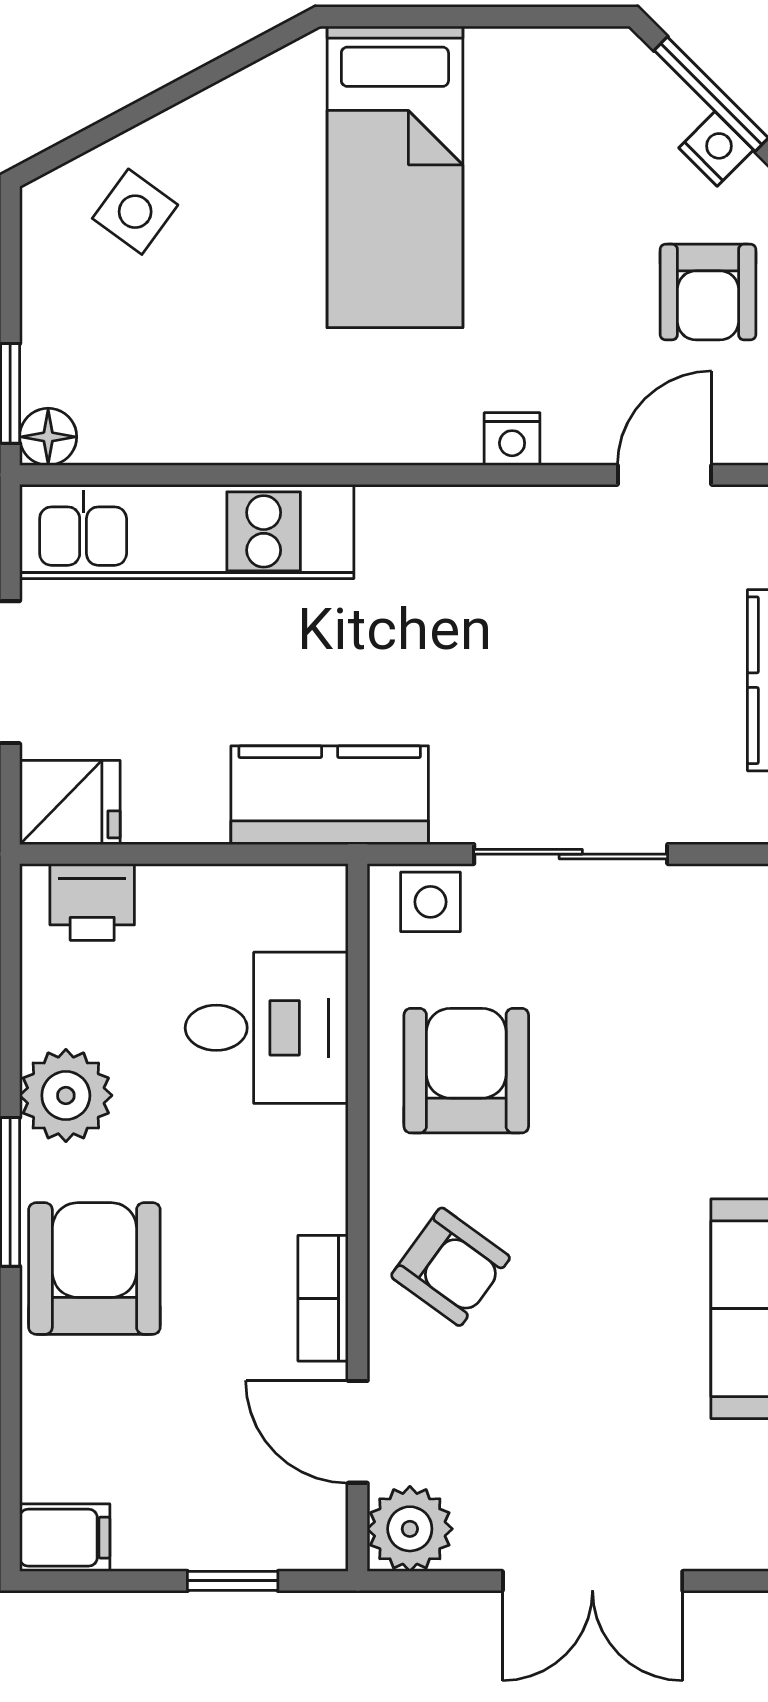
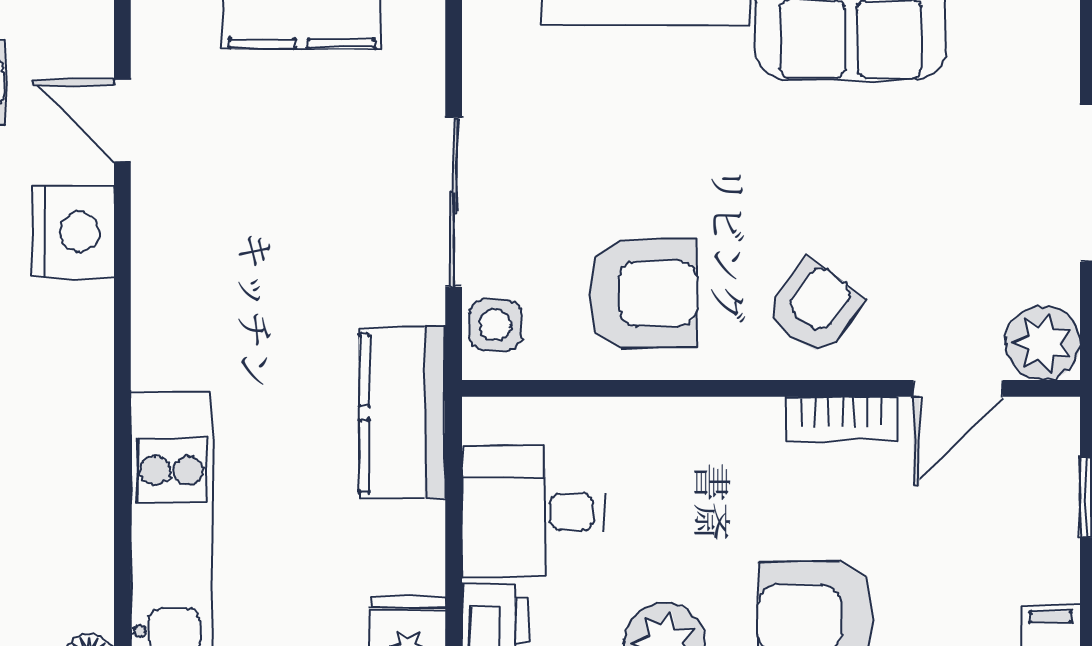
nightstand: (512, 439) -> (73, 232), width x1.89, depth x1.79
desk: (267, 1028) -> (533, 512), moved, turned -90
armchair: (466, 1071) -> (643, 294), turned 180

